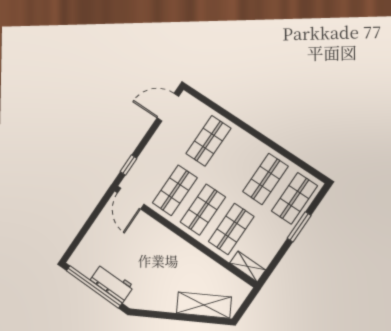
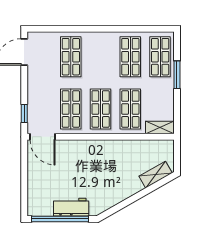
shelving: (204, 305) -> (156, 175), width x0.67, depth x0.75

